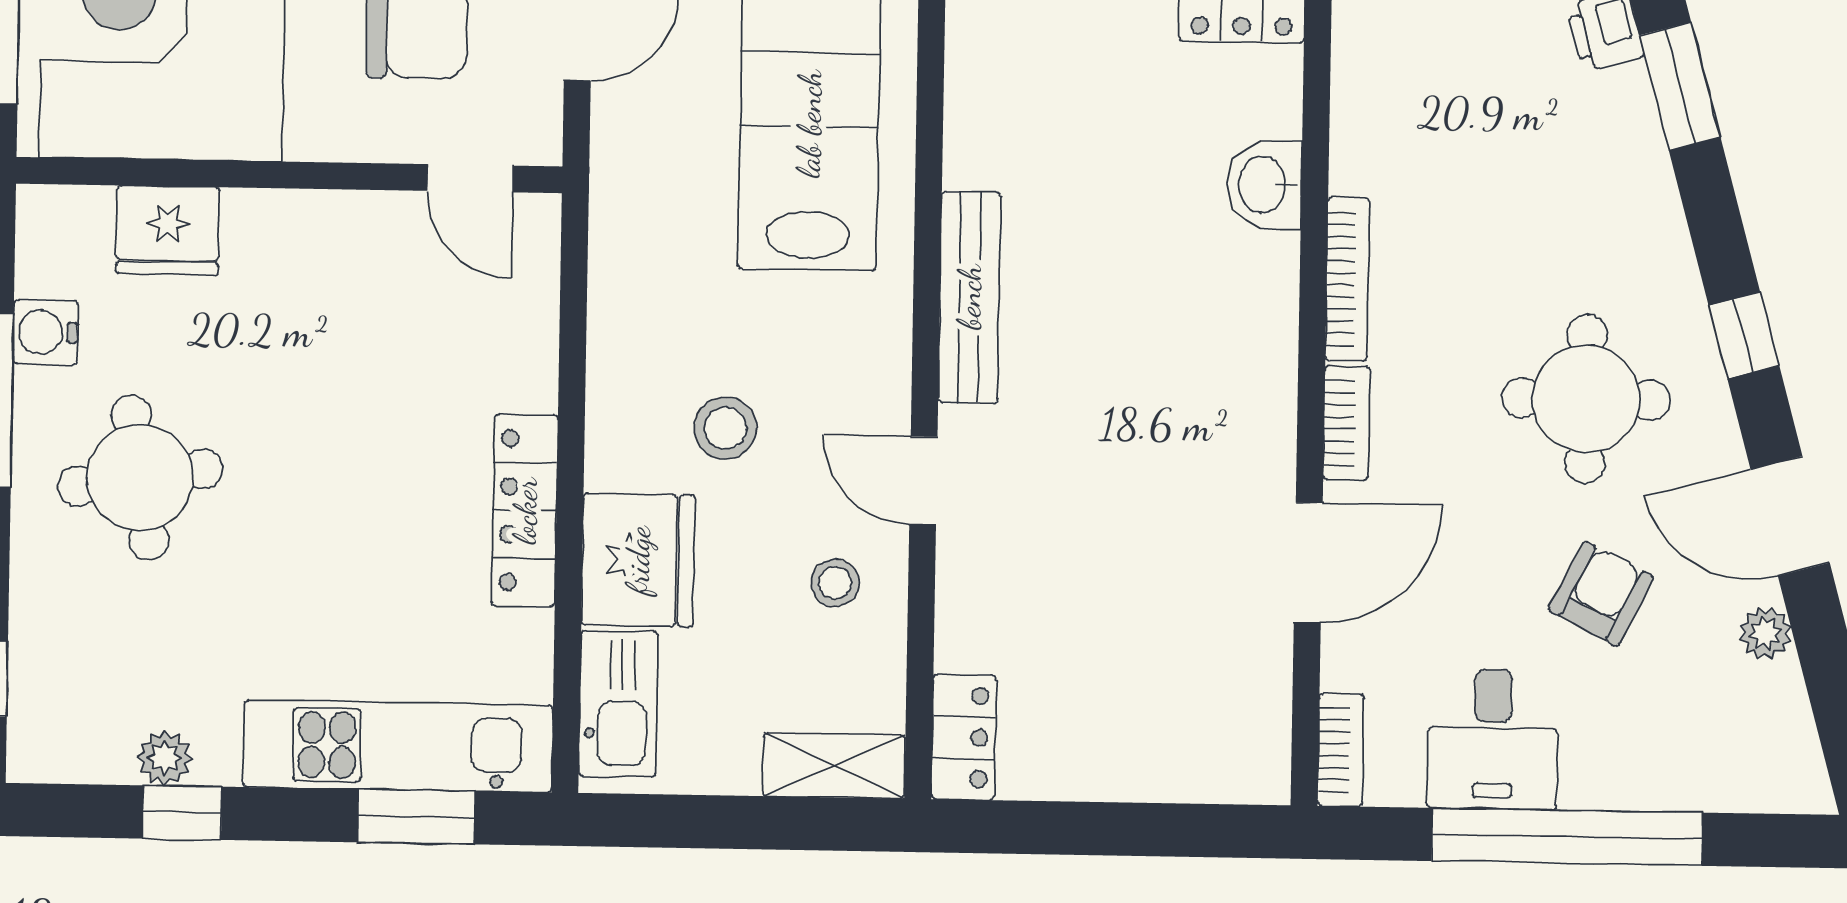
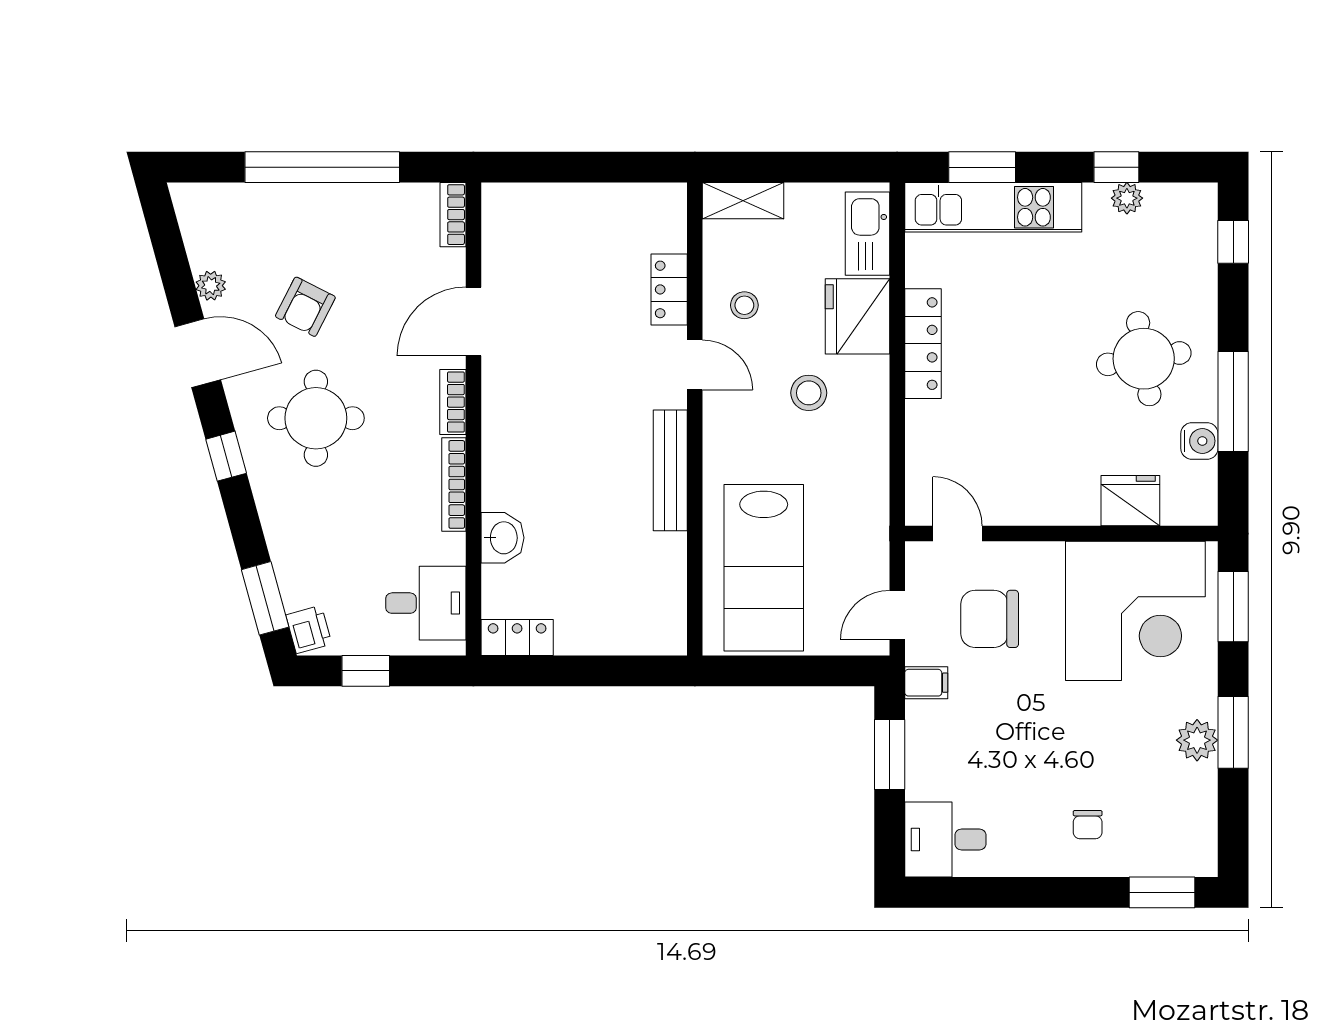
locker: (964, 737) -> (669, 289), moved
desk: (1493, 739) -> (426, 603), moved, turned 90

